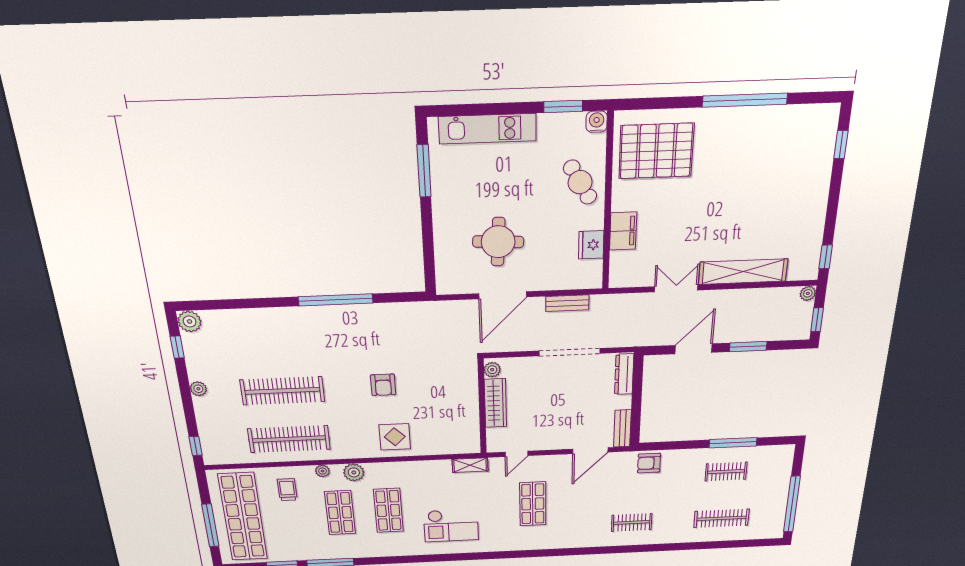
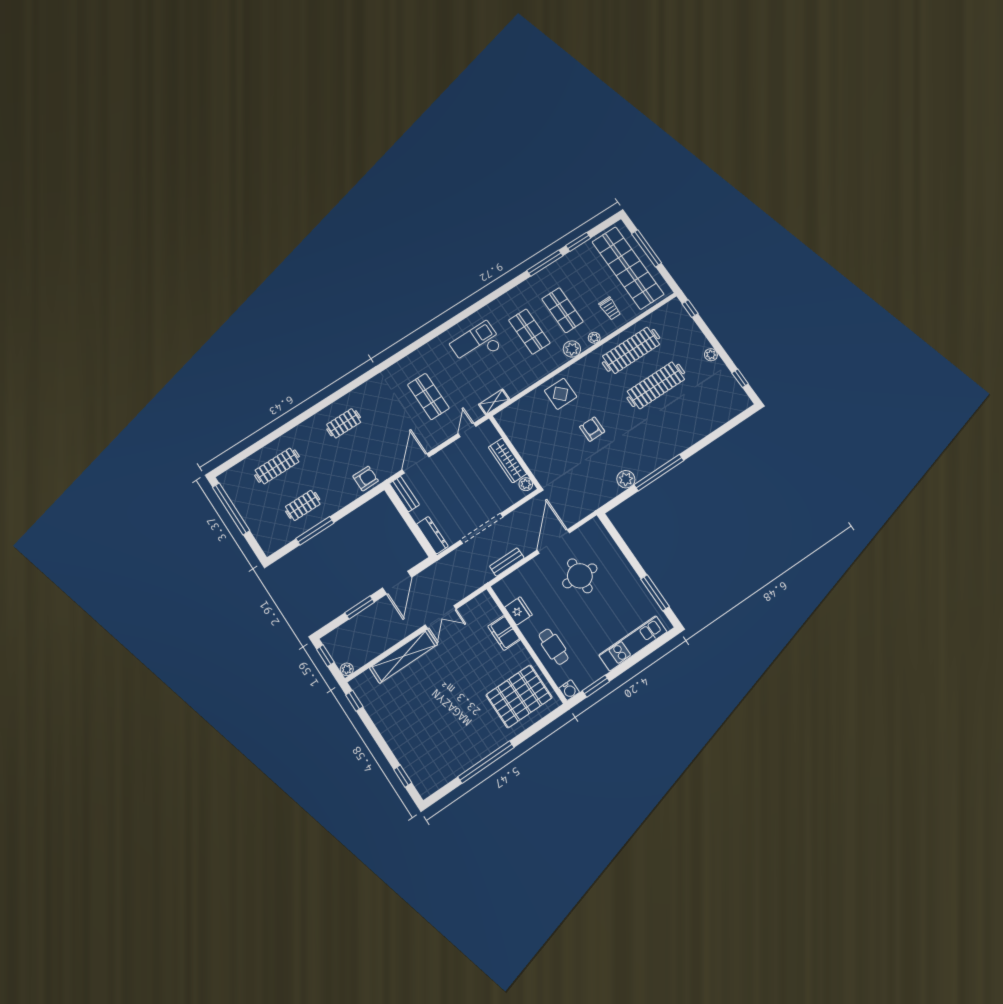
cafe table: (580, 182) -> (554, 647), turned 30
plant: (190, 321) -> (626, 479), moved

